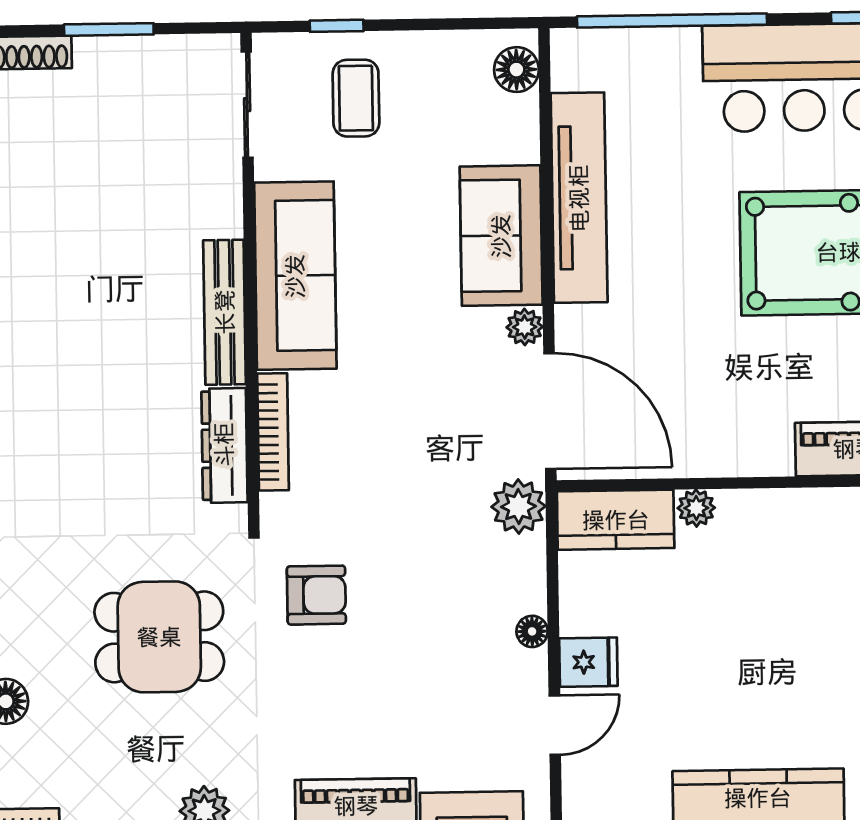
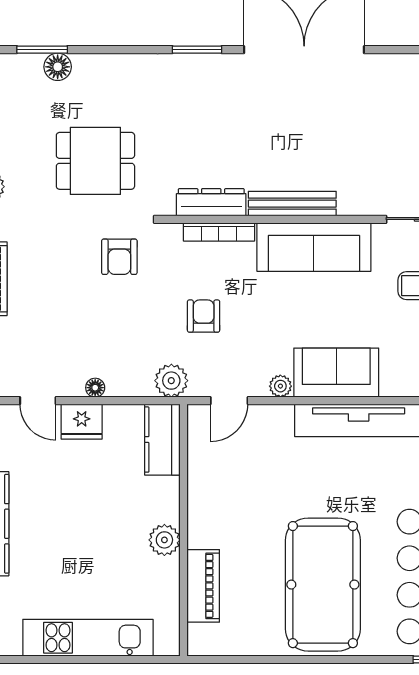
door: (550, 411) -> (229, 401), width x0.53
armchair: (411, 455) -> (204, 316), added
plant: (696, 508) -> (164, 540), moved, width x1.38, depth x1.38
dining table: (159, 637) -> (95, 161), turned 90
fridge: (588, 662) -> (82, 422), width x1.38

